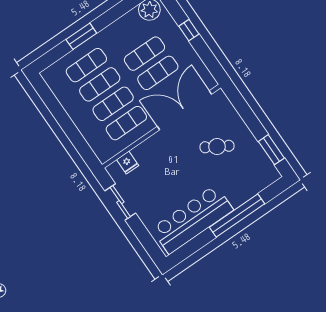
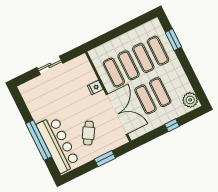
window: (81, 36) -> (173, 40), moved
window: (271, 150) -> (105, 159), moved
fridge: (128, 163) -> (95, 88), moved
sliding door: (120, 202) -> (50, 65), moved
bar counter: (192, 219) -> (58, 144), moved

